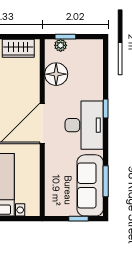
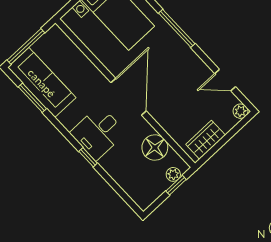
desk: (84, 125) -> (98, 133), width x0.73
window: (78, 219) -> (26, 46), width x2.17

